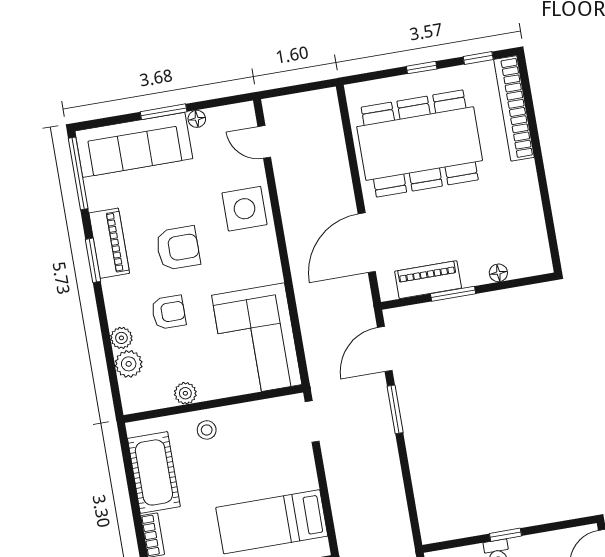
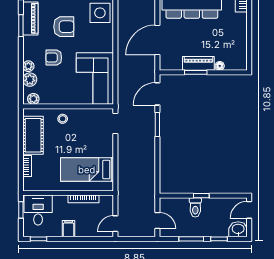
piano: (428, 280) -> (198, 63), moved
armchair: (169, 312) -> (54, 58), turned 180
plant: (185, 393) -> (33, 99), moved

